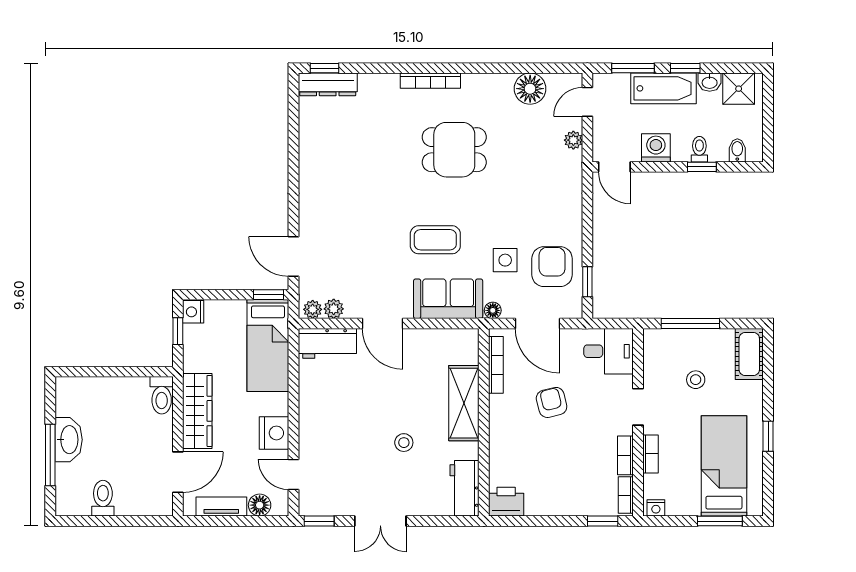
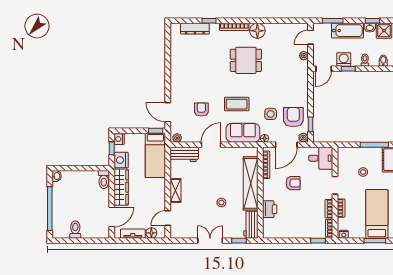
window: (324, 68) -> (209, 21), moved
window: (685, 68) -> (373, 21), moved
dresser: (328, 84) -> (195, 29), moved
floor lamp: (530, 89) -> (257, 31), moved
door: (614, 167) -> (324, 69), hinge flipped
window: (702, 167) -> (348, 69), moved
armchair: (363, 251) -> (201, 109), added
plant: (334, 309) -> (303, 138), moved
door: (383, 323) -> (211, 145), swing flipped
door: (537, 323) -> (286, 145), hinge flipped
window: (690, 323) -> (374, 145), moved
armchair: (552, 402) -> (293, 183), turned 104
shelving: (464, 403) -> (251, 183), width x1.47
shelving: (309, 418) -> (175, 190), added
nightstand: (274, 433) -> (121, 160), moved, turned 180
washbasin: (69, 440) -> (57, 176), moved, width x0.52, depth x0.69
window: (50, 455) -> (50, 209), width x1.46
door: (294, 475) -> (168, 218), hinge flipped
printer: (506, 502) -> (270, 209), moved, turned 90
window: (319, 521) -> (239, 241), moved
double door: (380, 521) -> (210, 241), swing flipped

